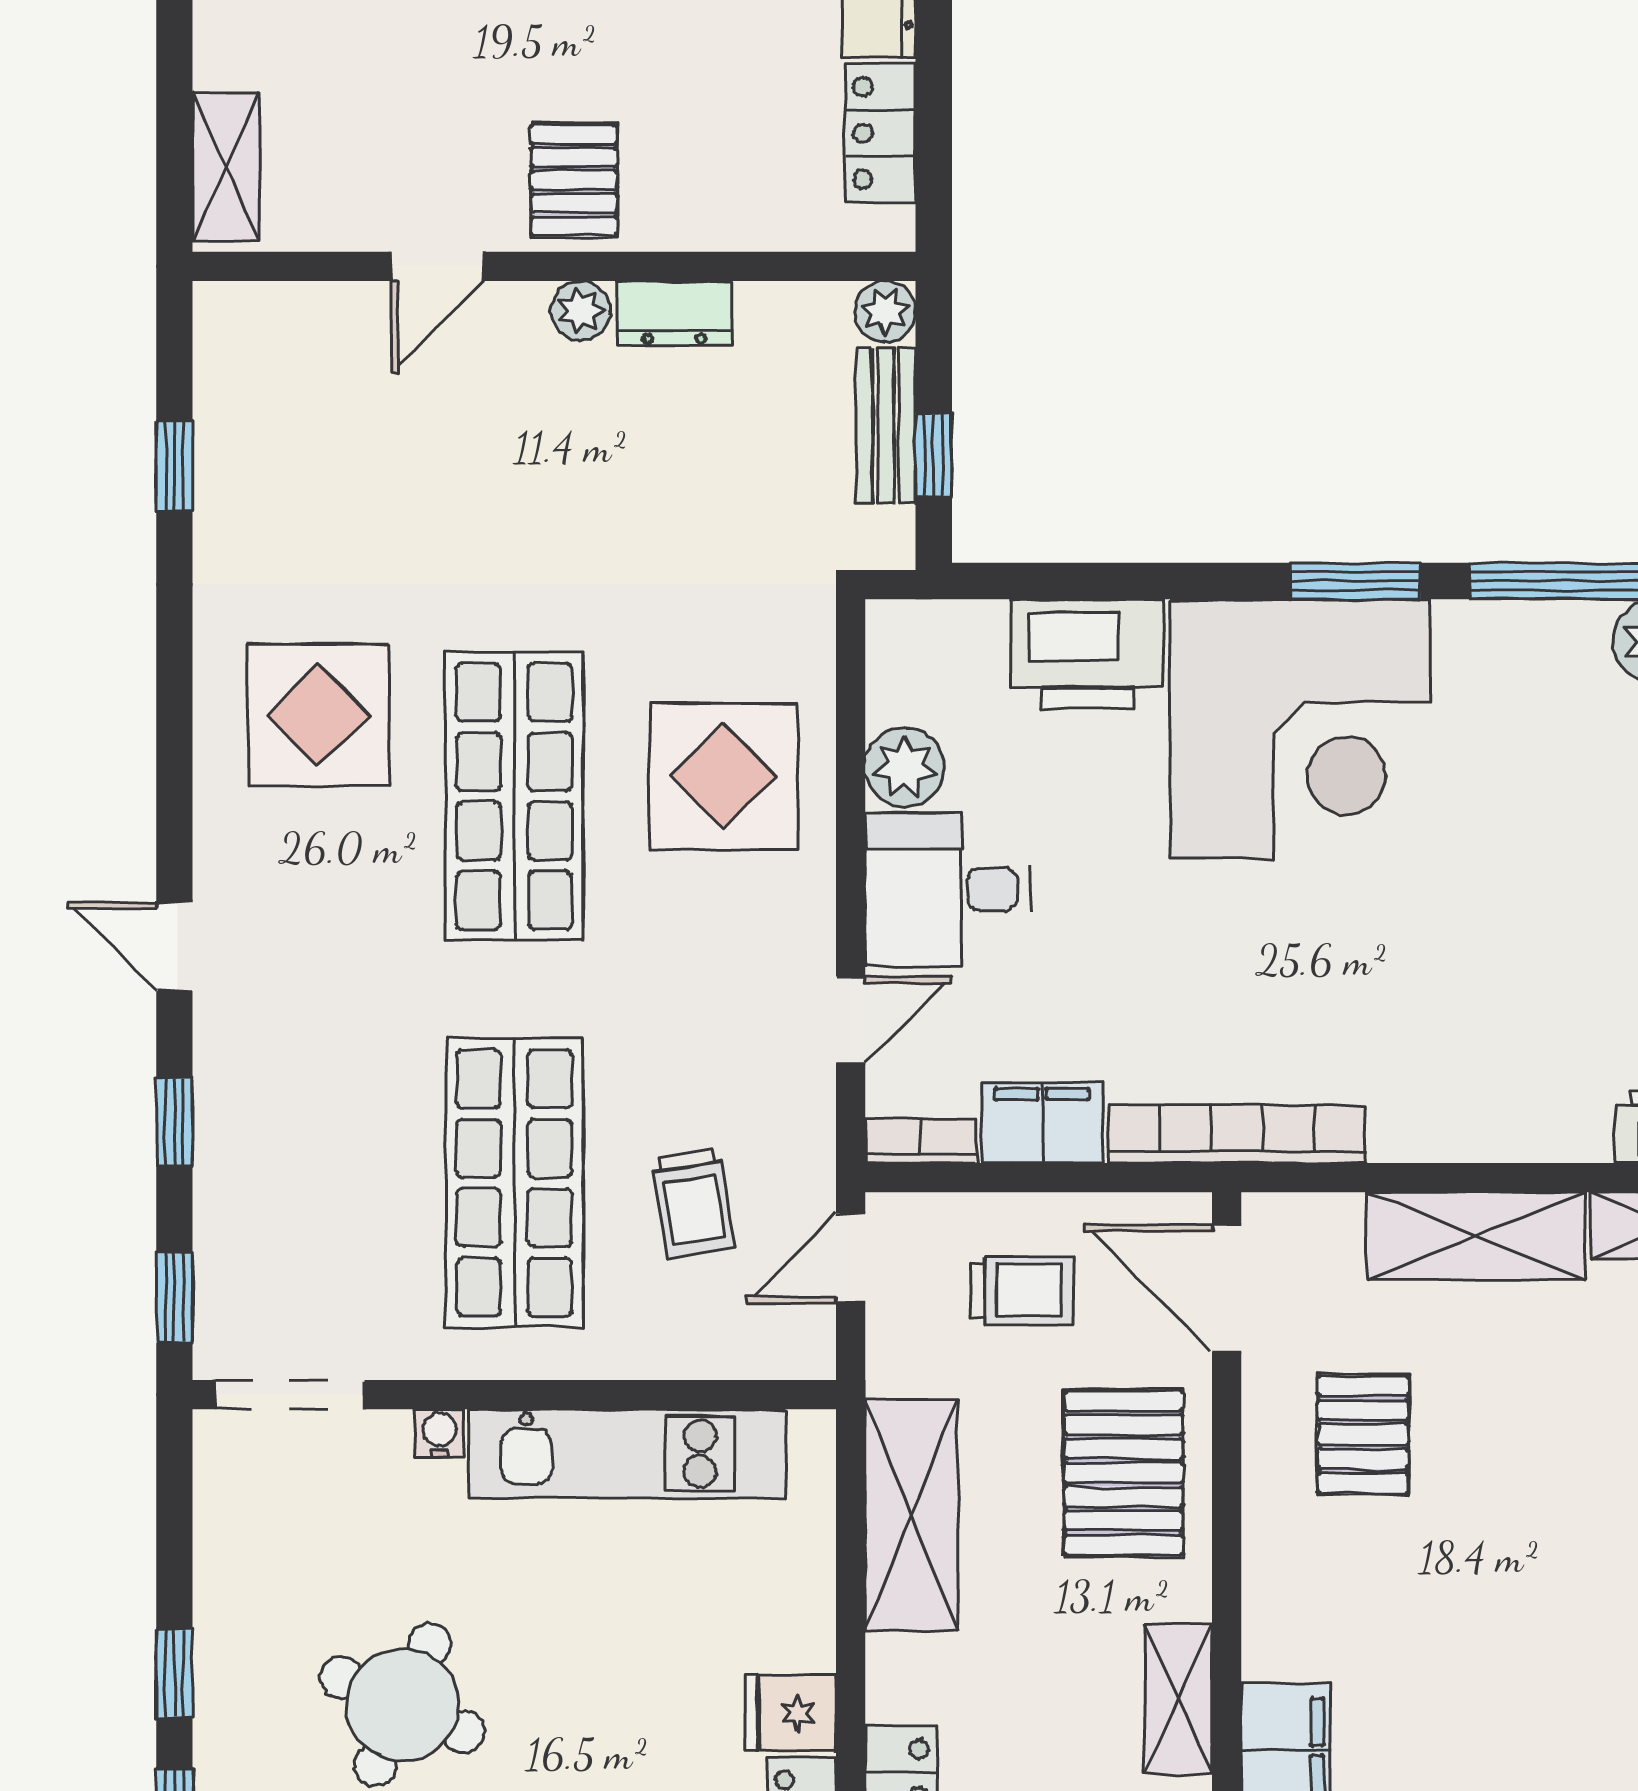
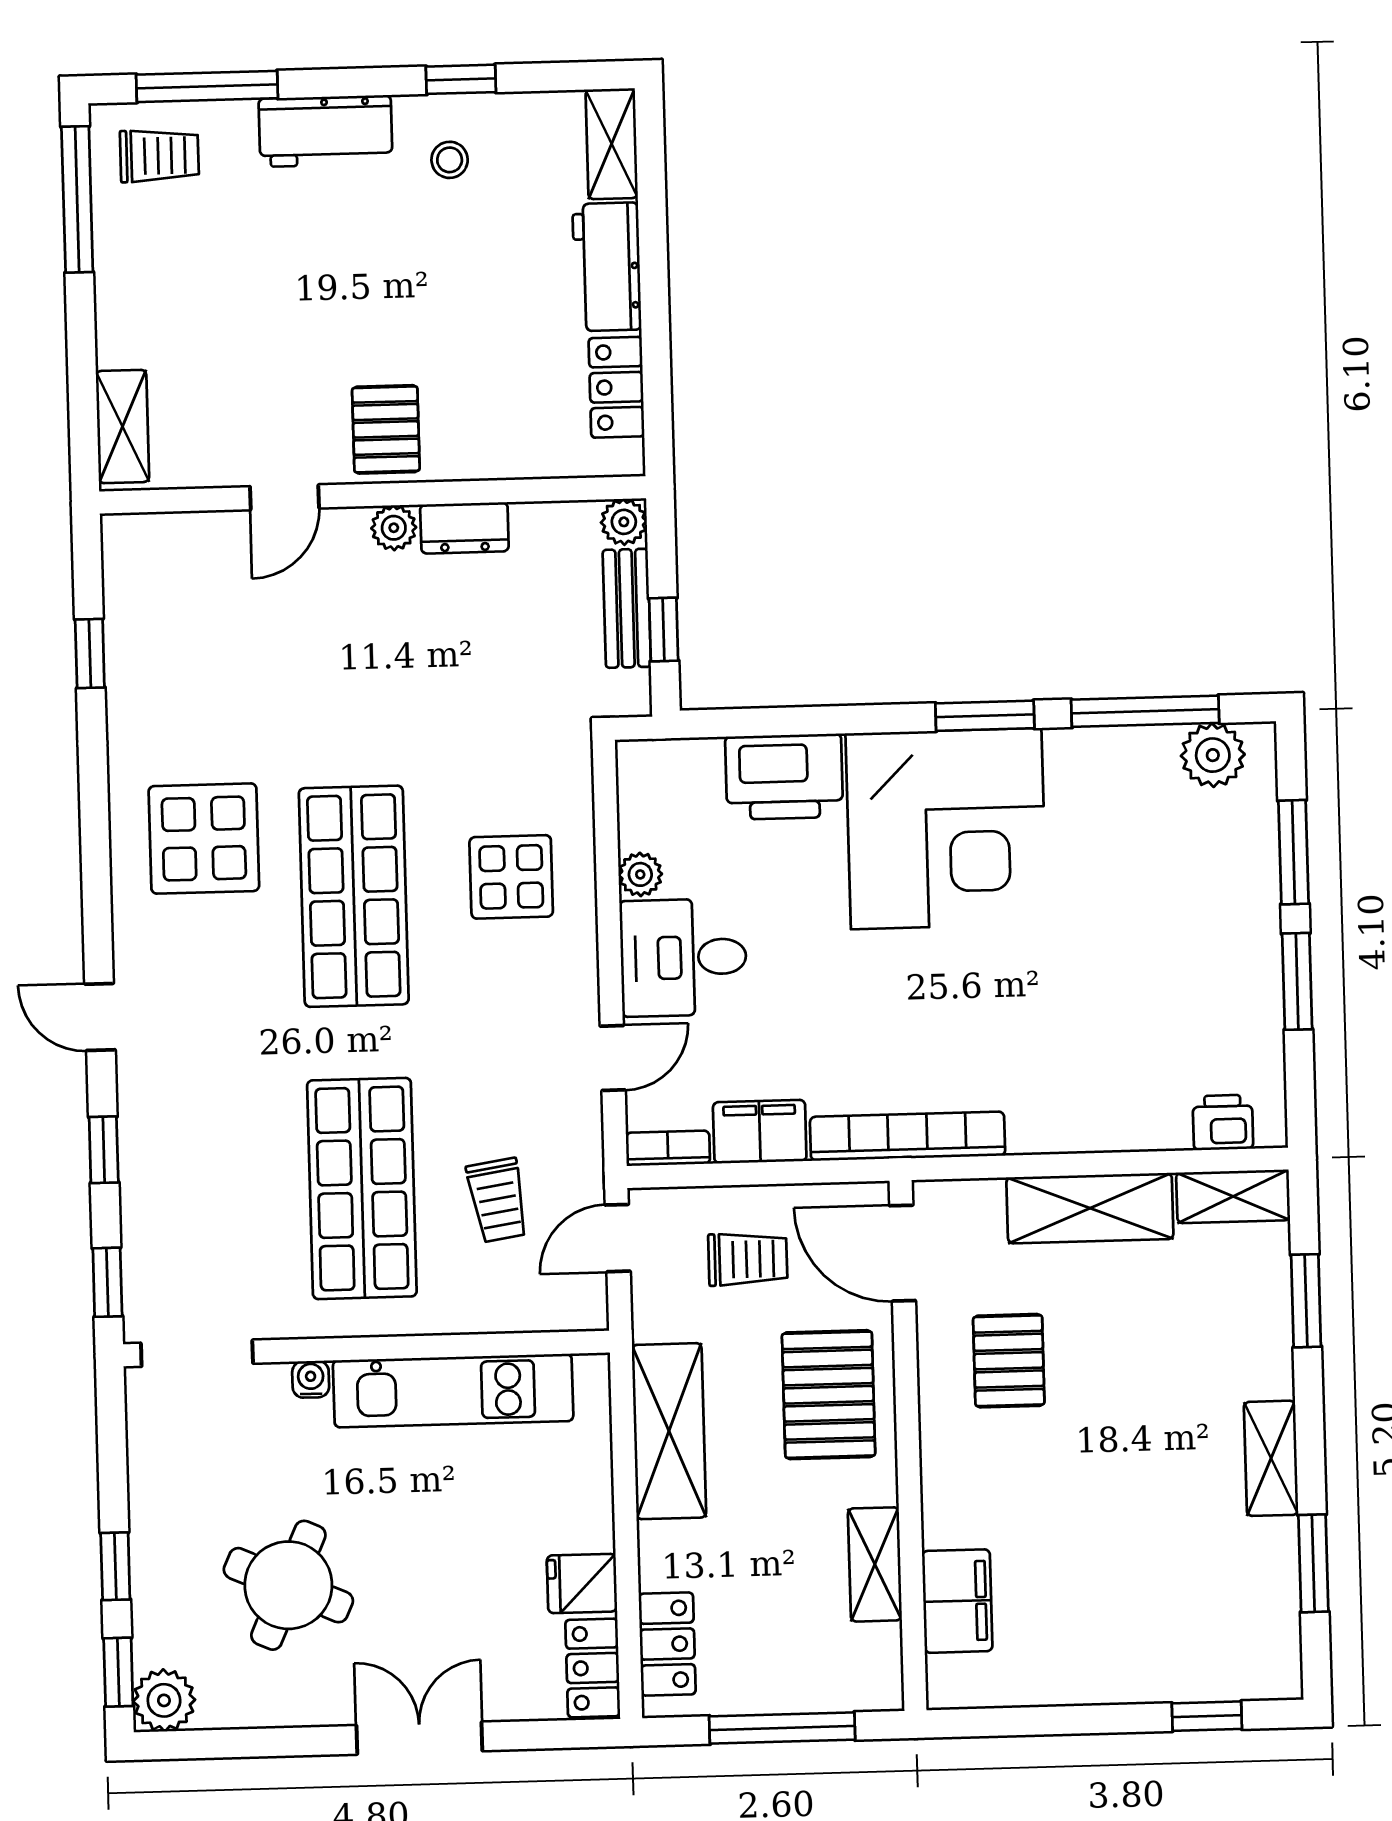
plant: (905, 767) -> (640, 874), width x0.73, depth x0.73
display table: (723, 777) -> (511, 877), width x0.73, depth x0.73

